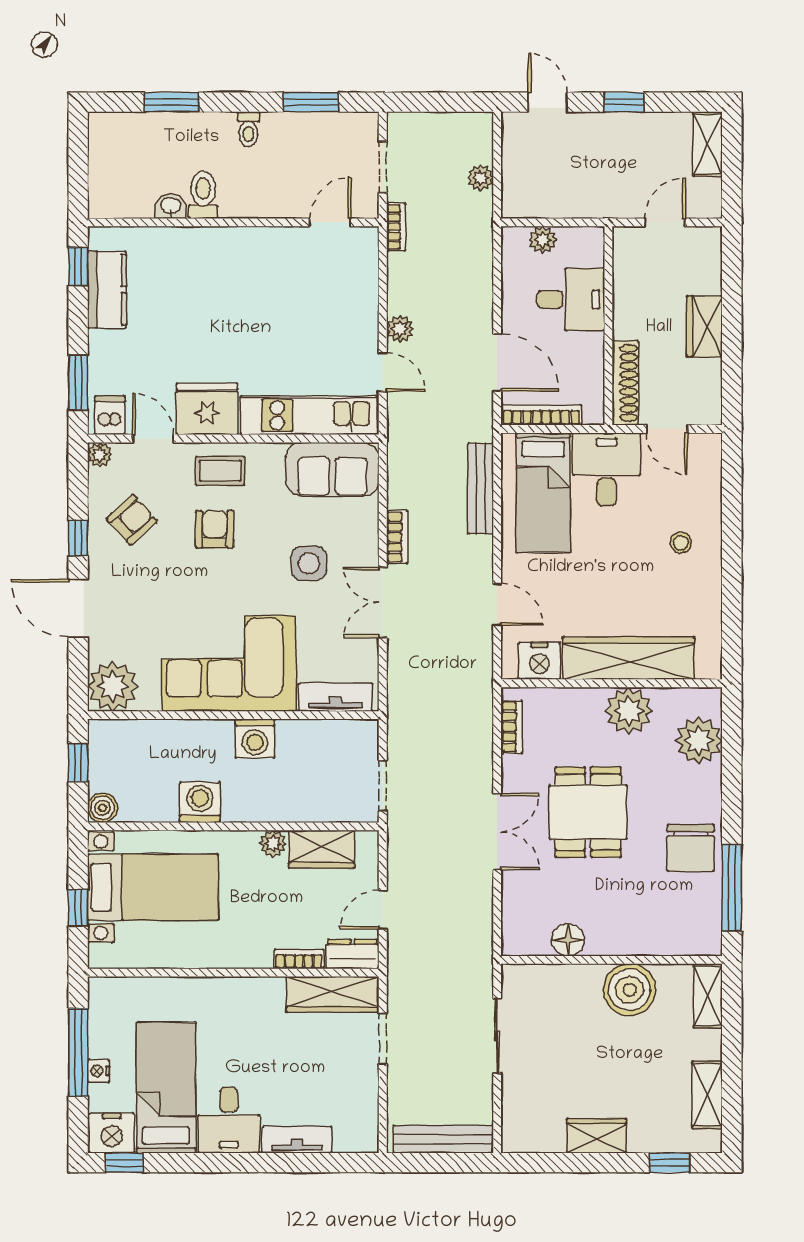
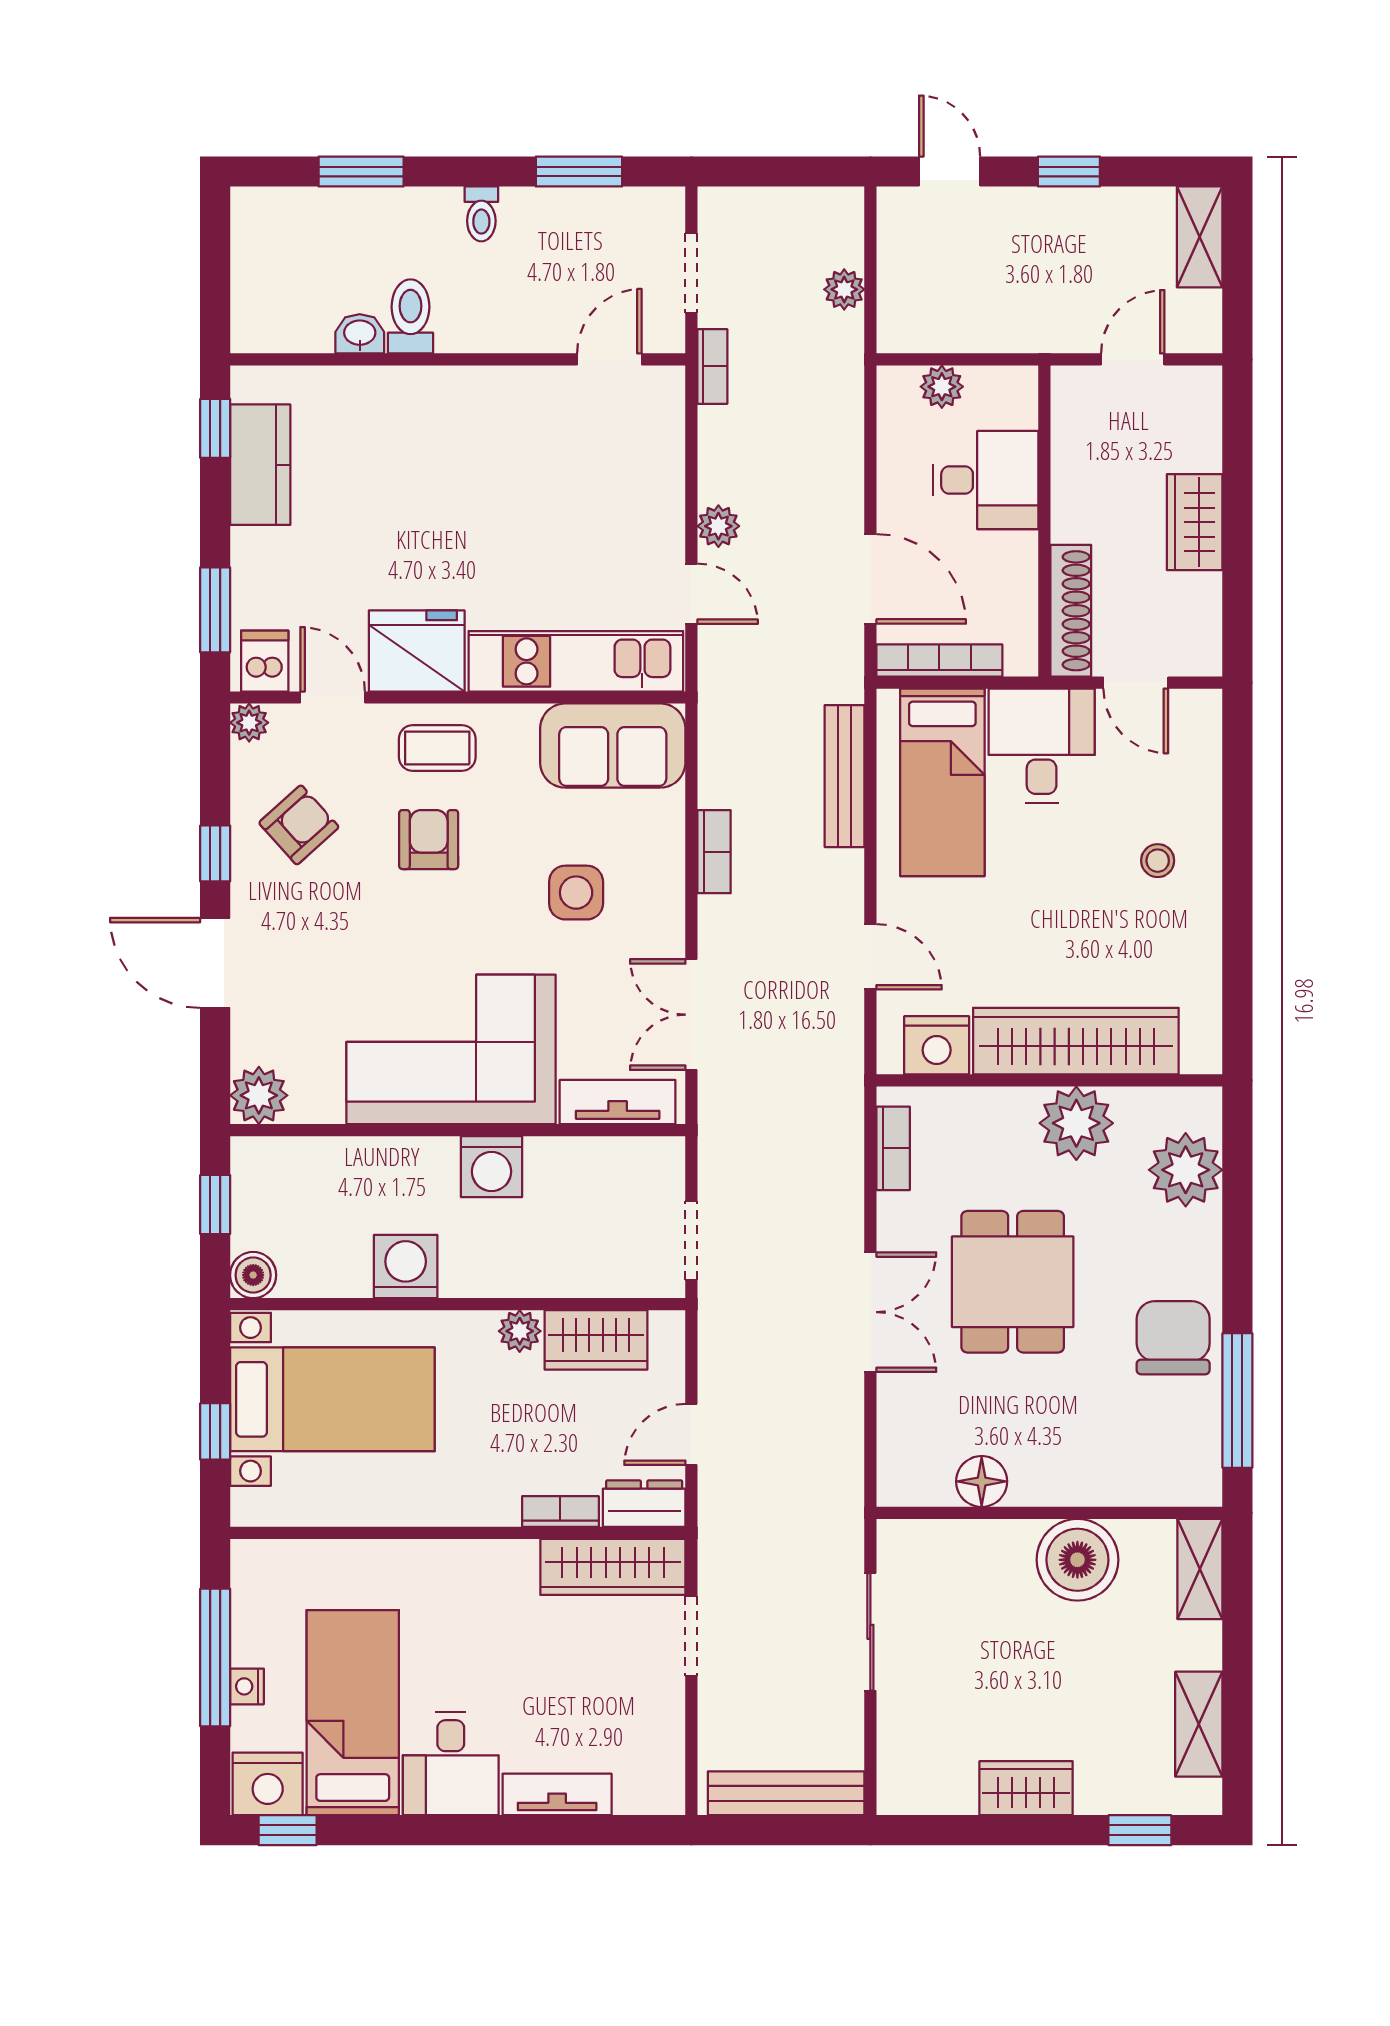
double door: (383, 603) -> (691, 1015), moved
plant: (113, 686) -> (259, 1095), width x0.73, depth x0.73
chair: (691, 848) -> (1173, 1338), turned 180

